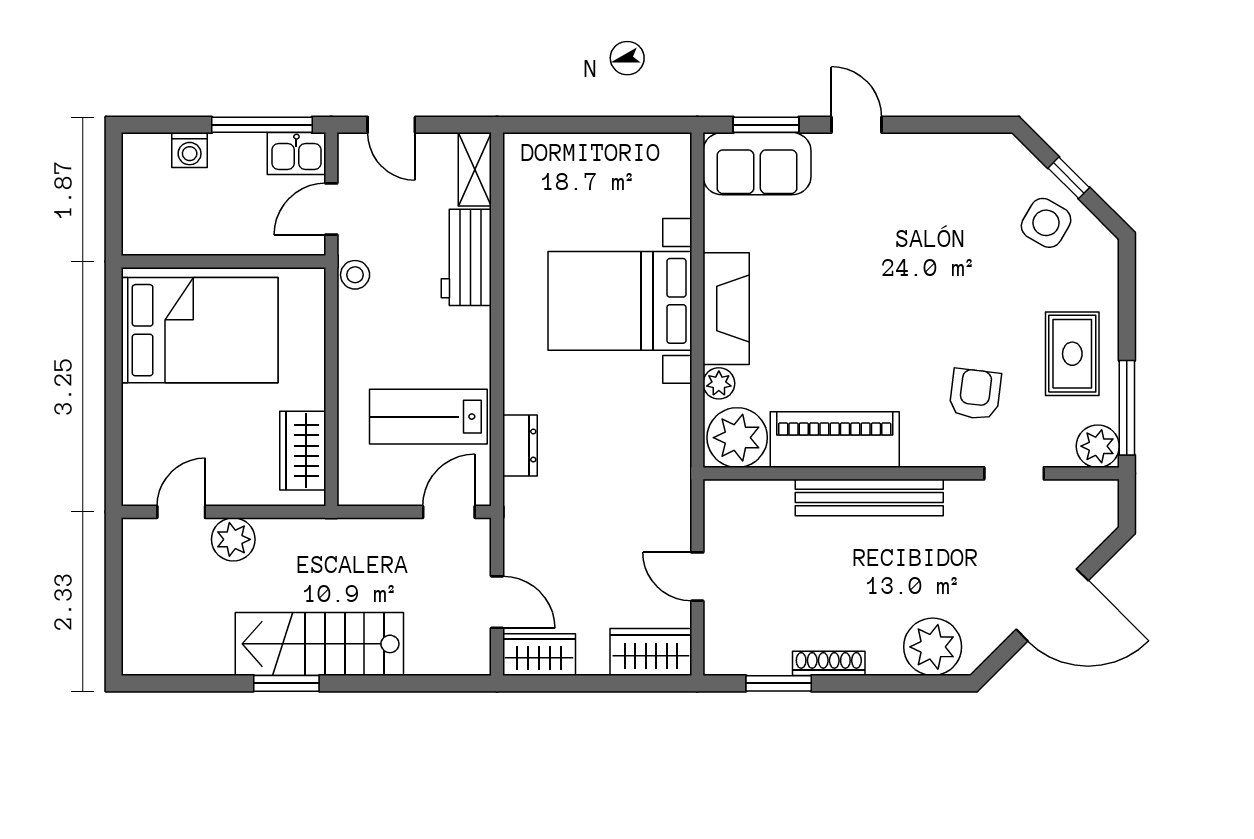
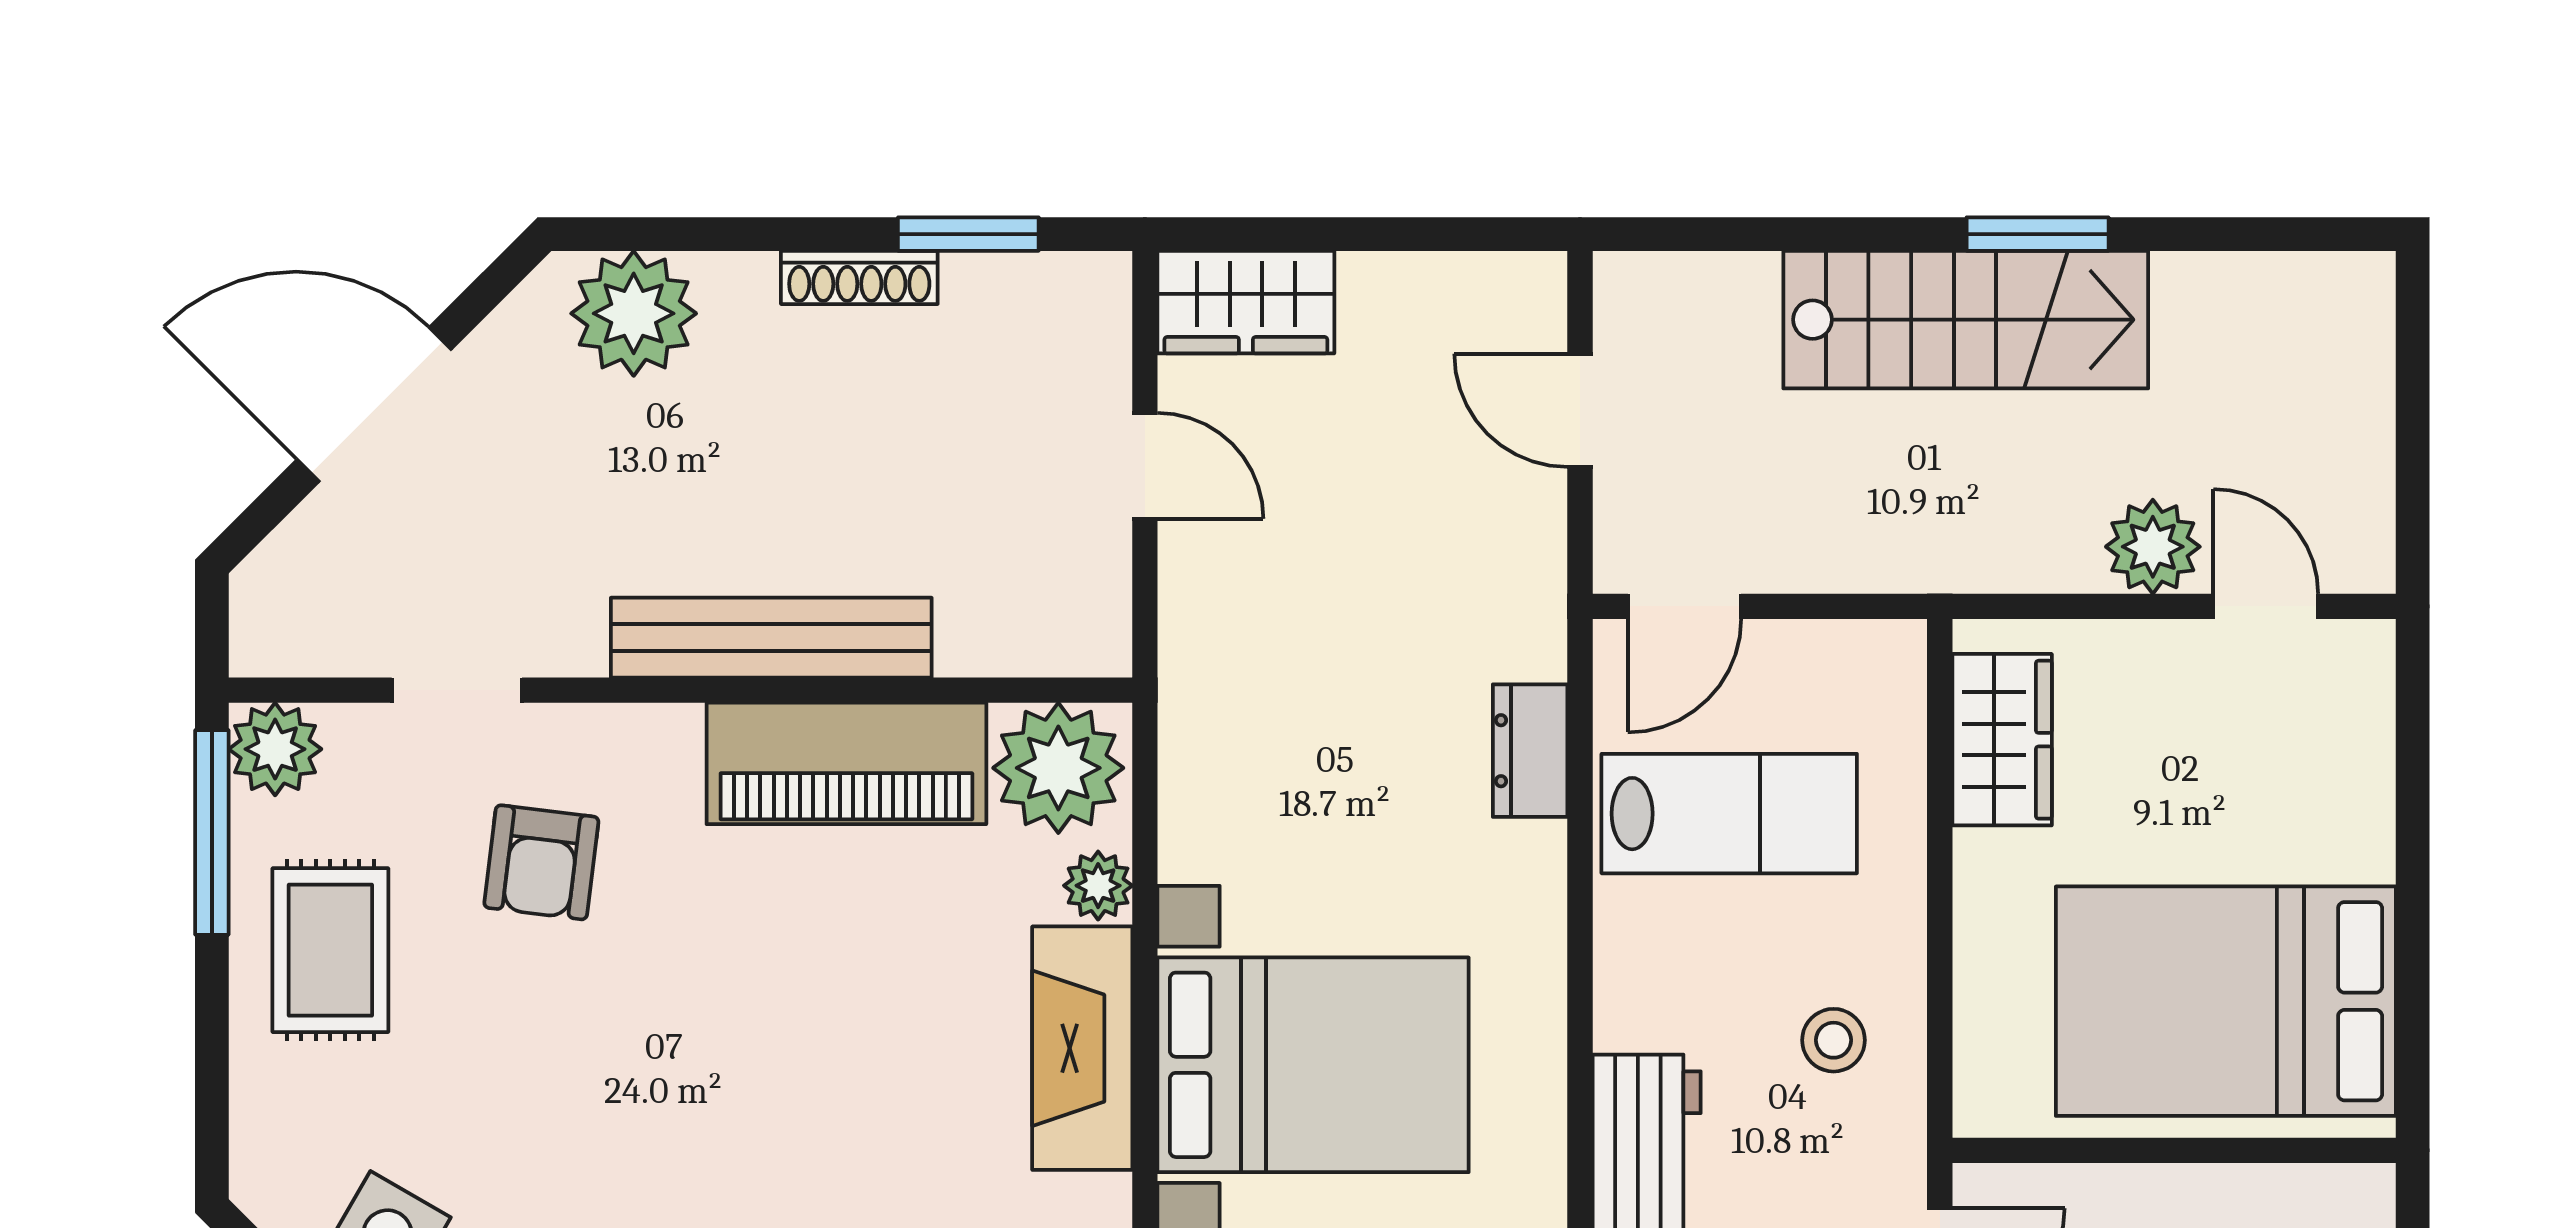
stool: (355, 275) -> (1834, 1040), moved
door: (181, 512) -> (2266, 606), swing flipped
wardrobe: (539, 655) -> (1489, 297), removed

